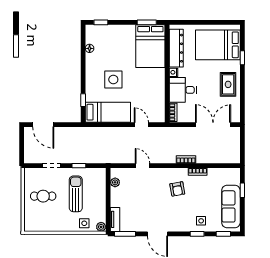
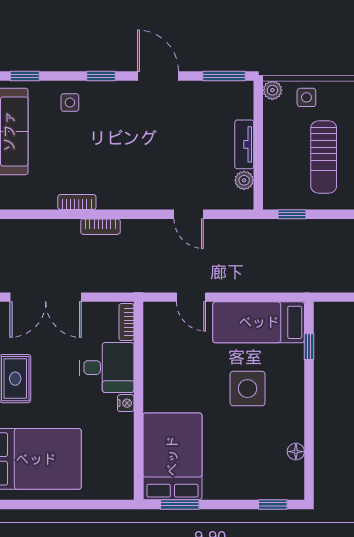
dresser: (176, 48) -> (120, 452), removed
window: (79, 166) -> (292, 214), moved
armchair: (177, 189) -> (118, 167), removed
tv unit: (115, 219) -> (244, 144), moved
window: (197, 234) -> (101, 76), moved

